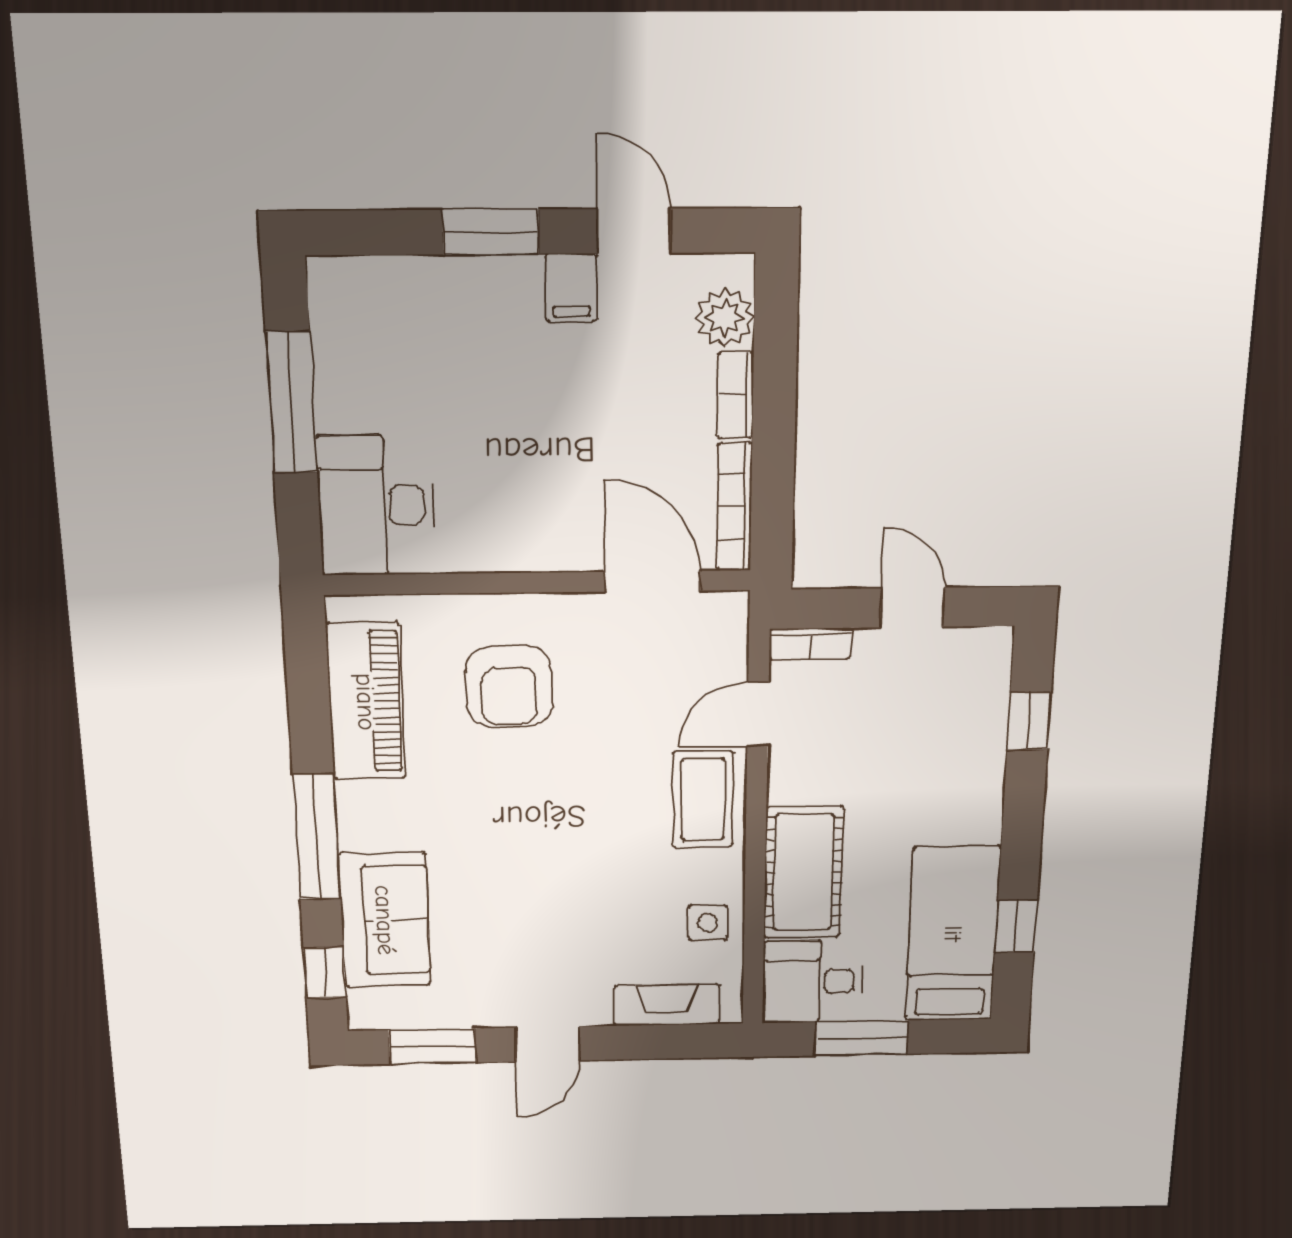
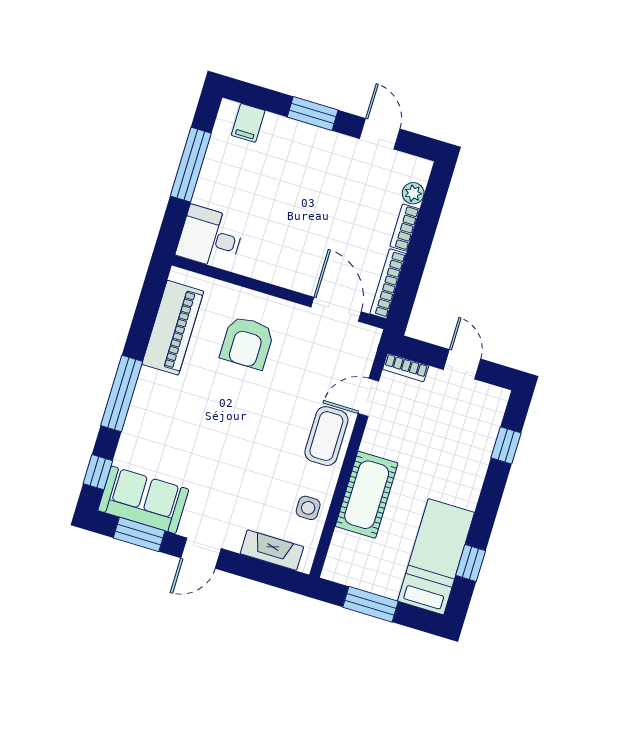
filing cabinet: (571, 288) -> (248, 123), moved
plant: (725, 318) -> (413, 193), width x0.73, depth x0.73
desk: (376, 506) -> (210, 238), width x0.73
sofa: (385, 920) -> (143, 500), moved, turned -90
desk: (812, 982) -> (354, 561), removed

